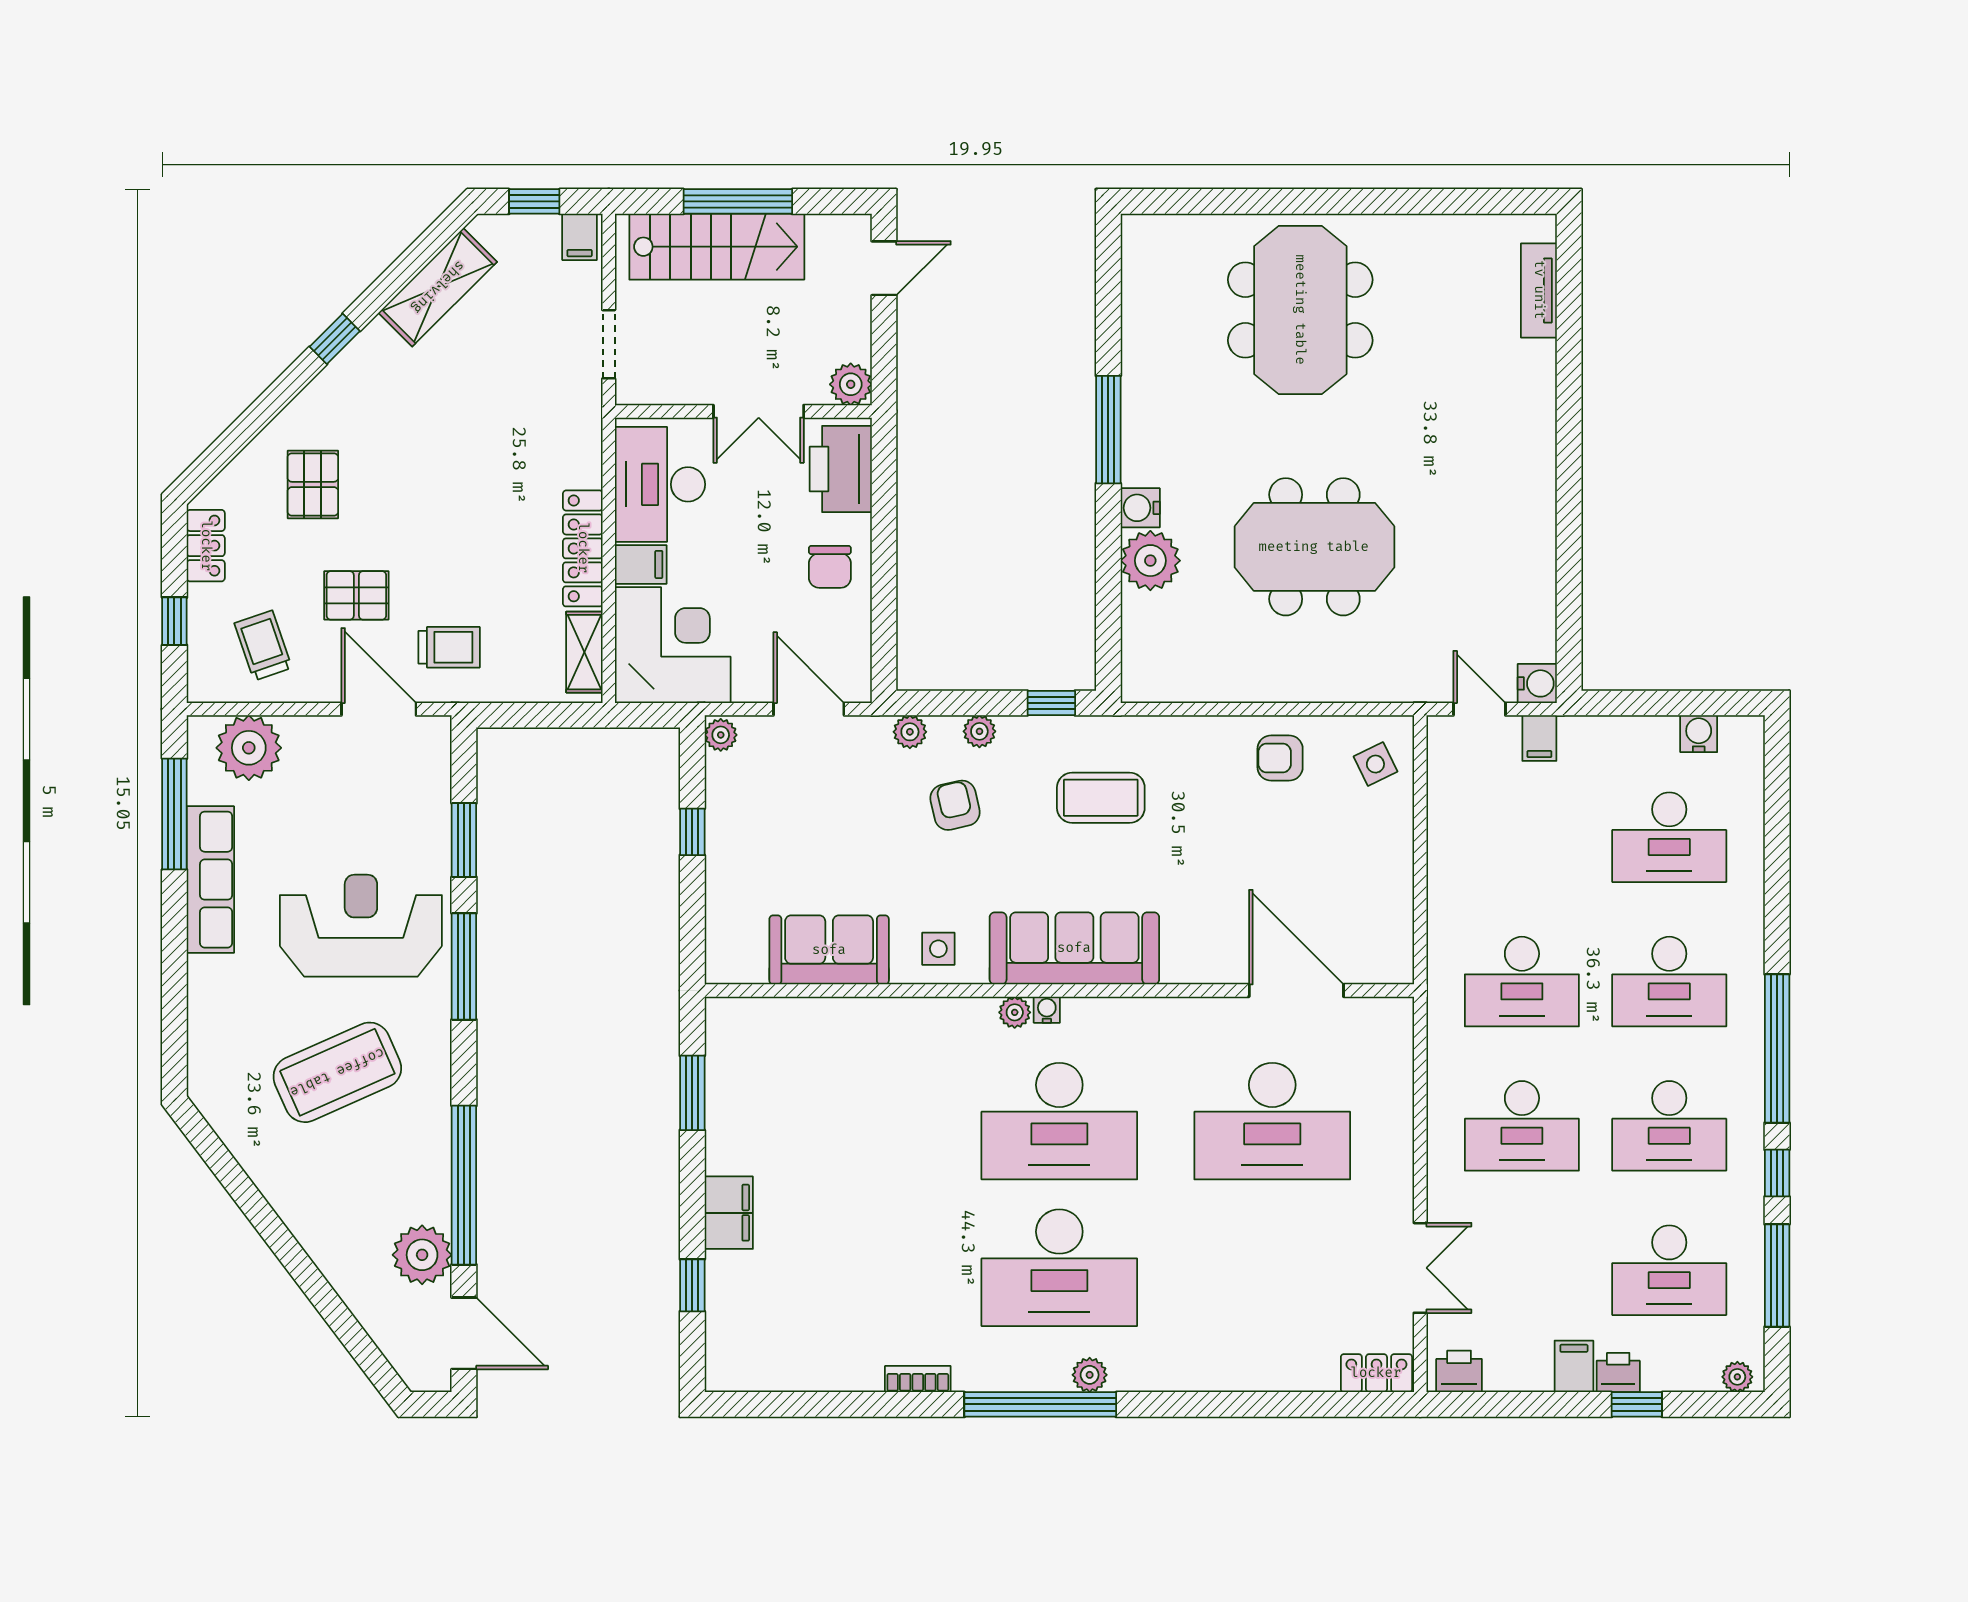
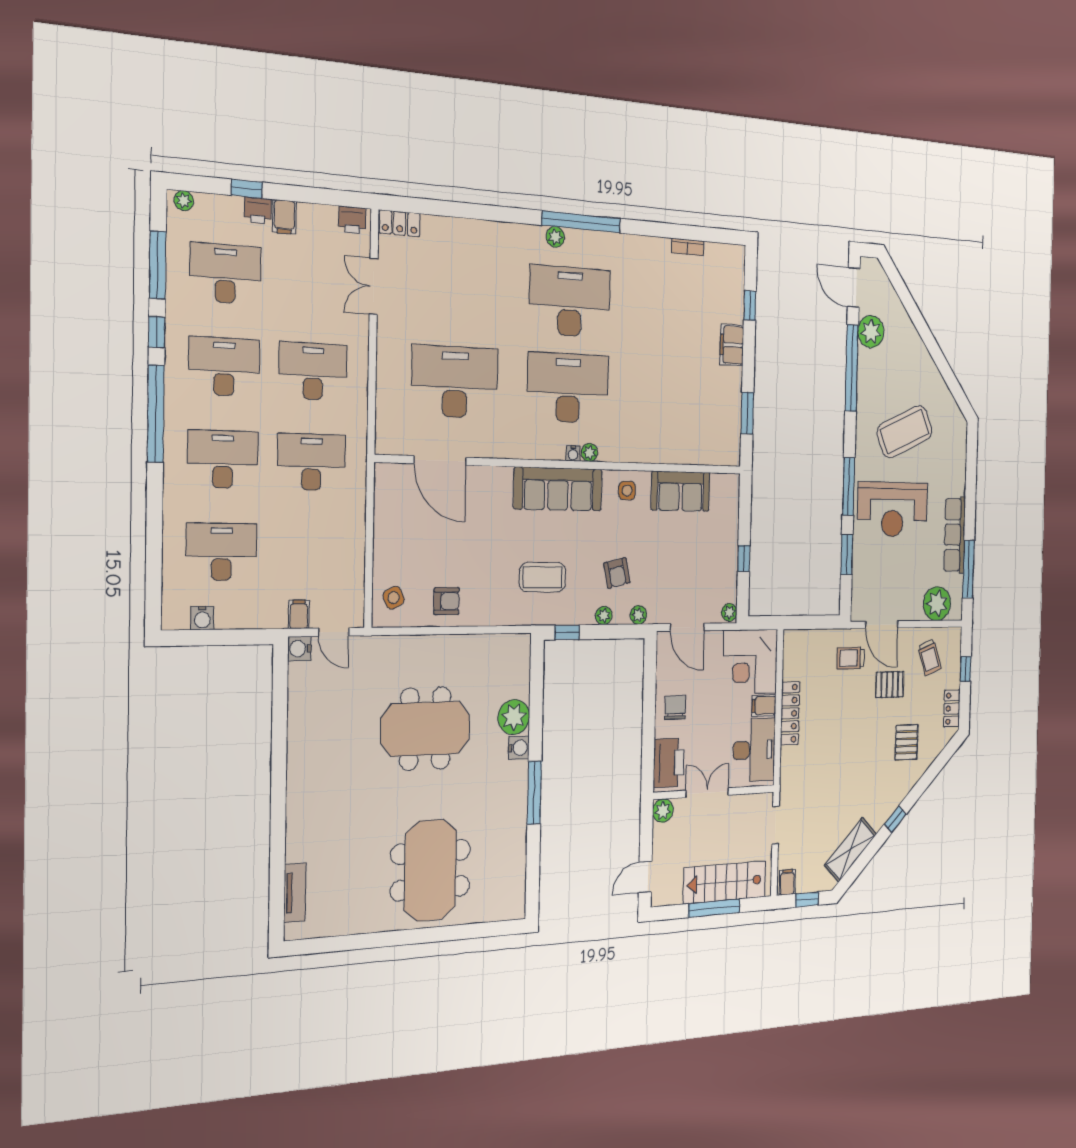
shelving: (584, 652) -> (791, 657), removed
bookcase: (918, 1379) -> (688, 247), moved

